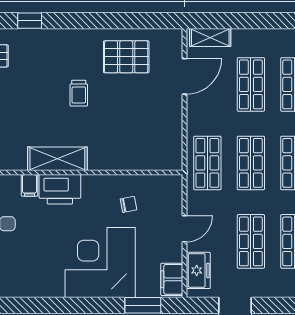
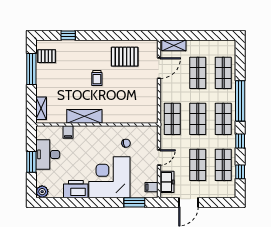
printer: (60, 189) -> (76, 189), moved, turned 180
filing cabinet: (172, 279) -> (151, 187), width x0.50

